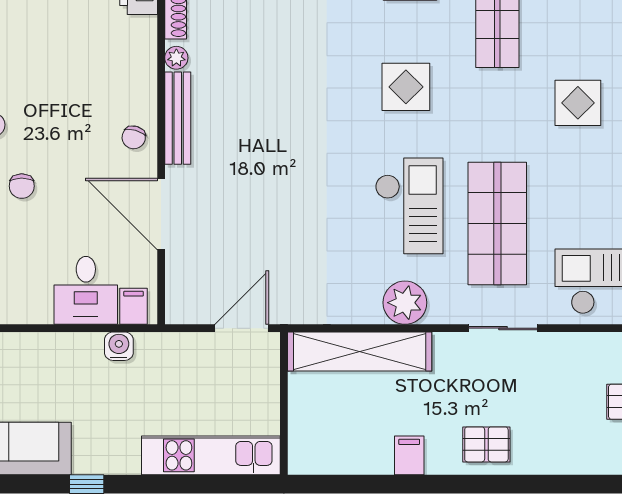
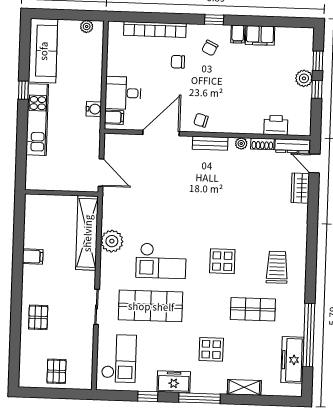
bench: (178, 118) -> (210, 143), width x0.73
plant: (405, 303) -> (112, 241), moved
pallet: (486, 444) -> (38, 317), moved
kitchen unit: (211, 455) -> (37, 120), moved

